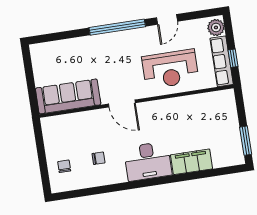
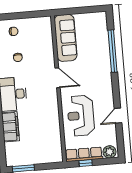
door: (167, 19) -> (118, 116), hinge flipped
window: (117, 27) -> (113, 51), moved
door: (122, 103) -> (58, 78), swing flipped

